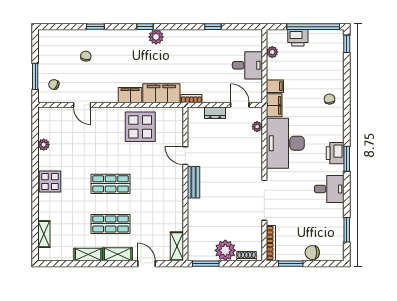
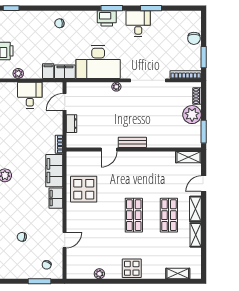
plant: (257, 127) -> (116, 87), moved
window: (347, 230) -> (151, 8), moved

